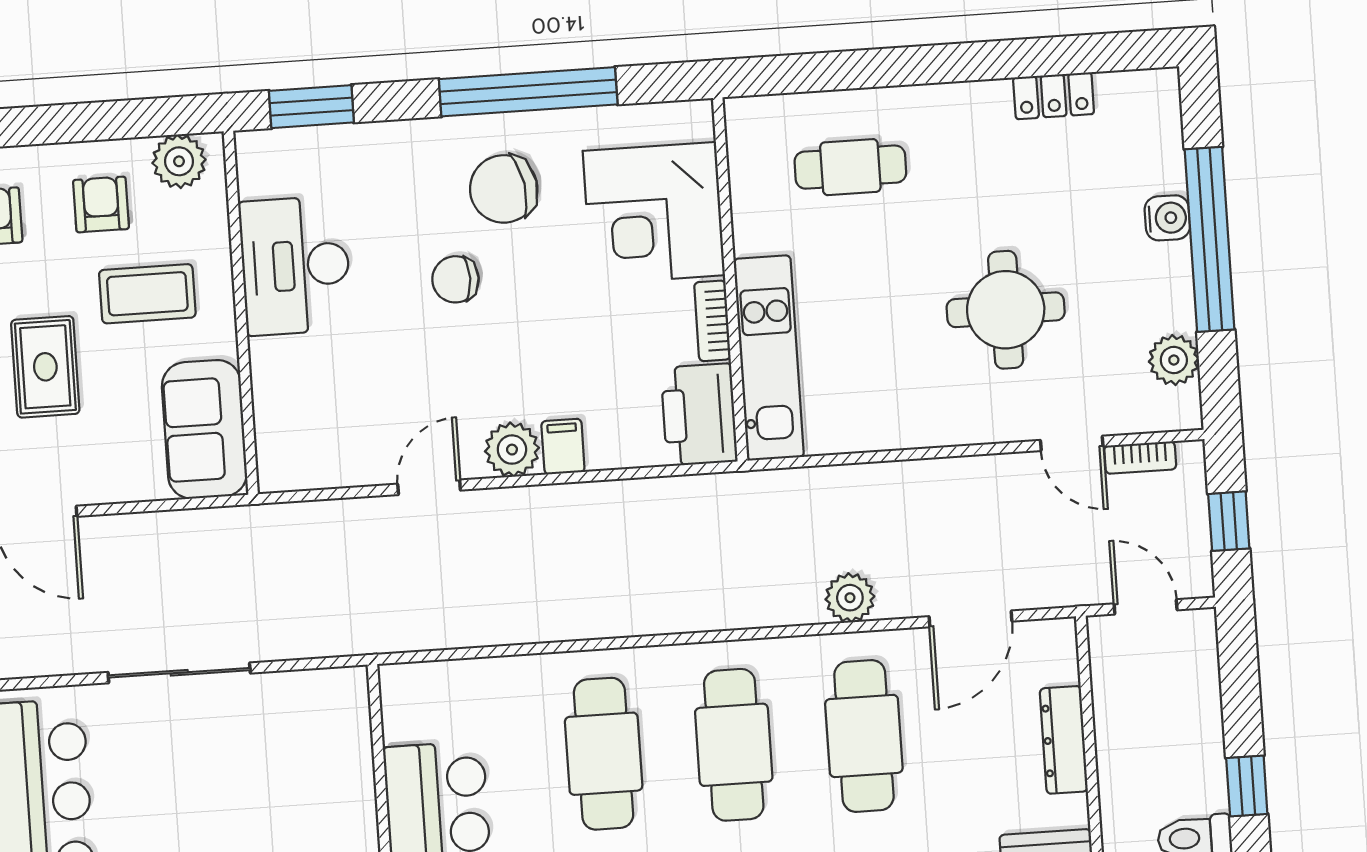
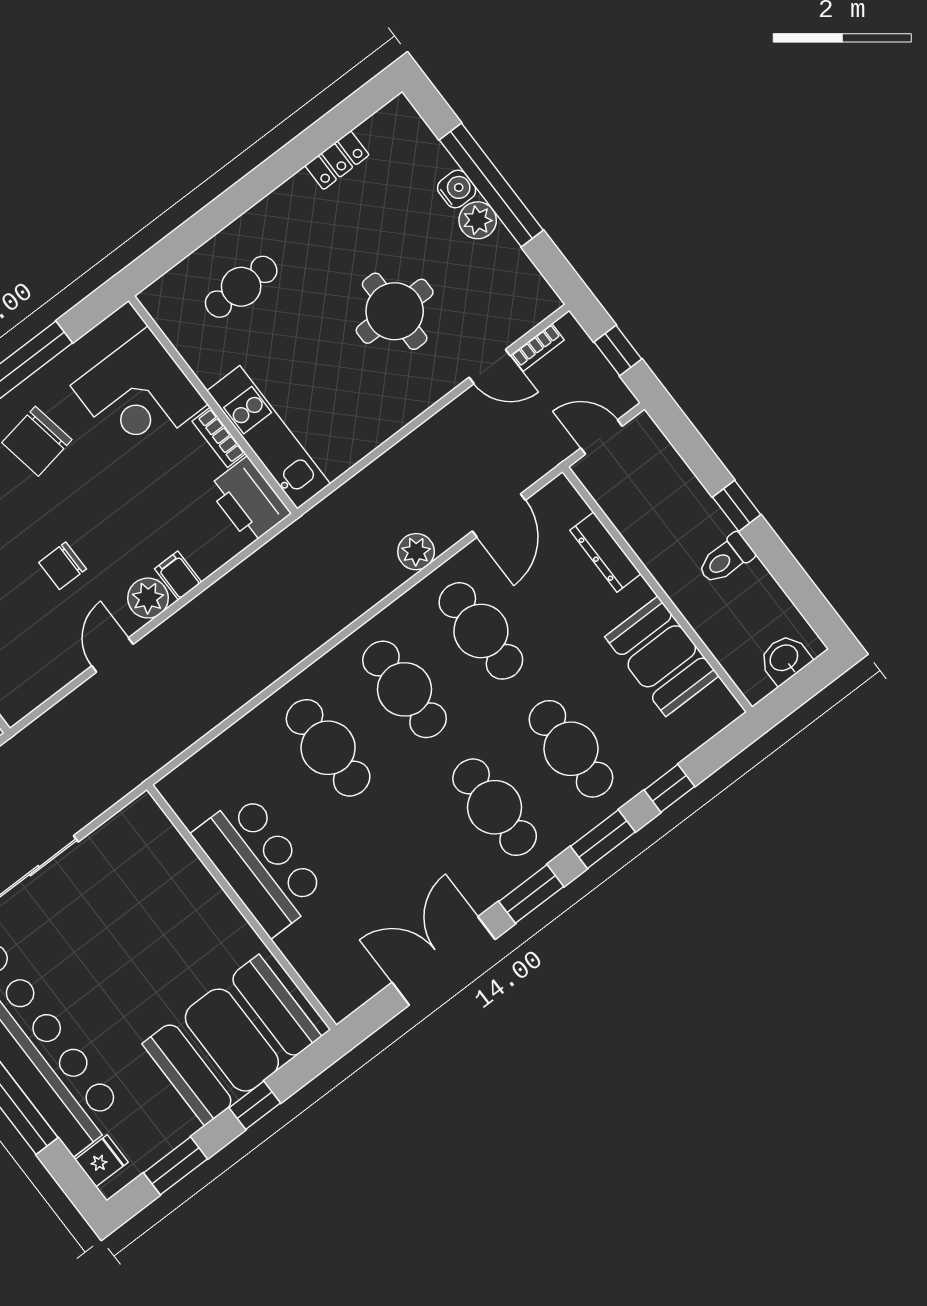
chair: (455, 279) -> (63, 566), moved
plant: (1174, 360) -> (478, 220), moved

